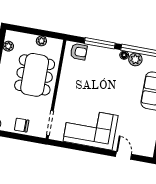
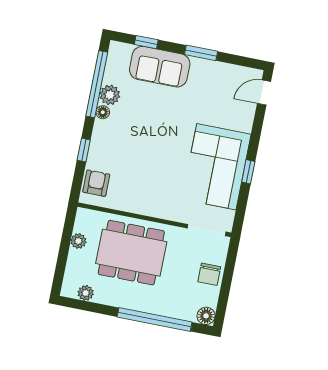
window: (100, 43) -> (84, 150), width x0.46
window: (88, 149) -> (248, 172), added
door: (124, 155) -> (264, 93), moved

